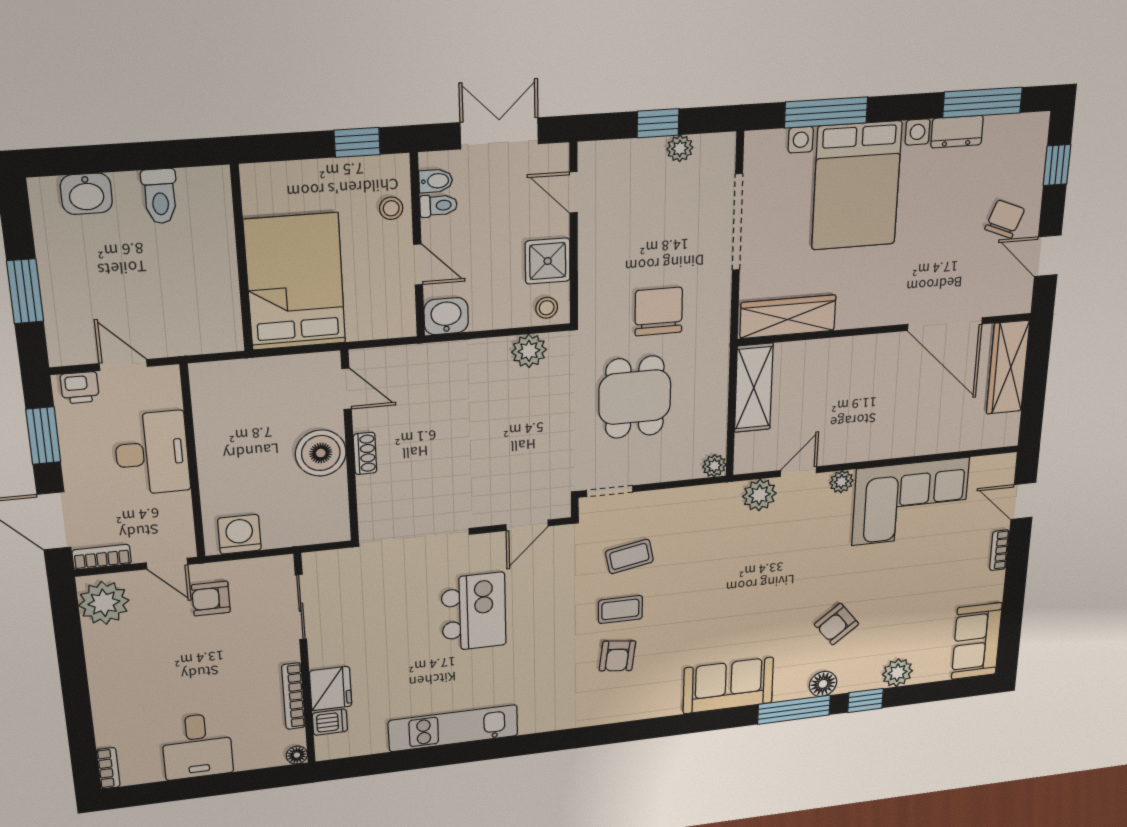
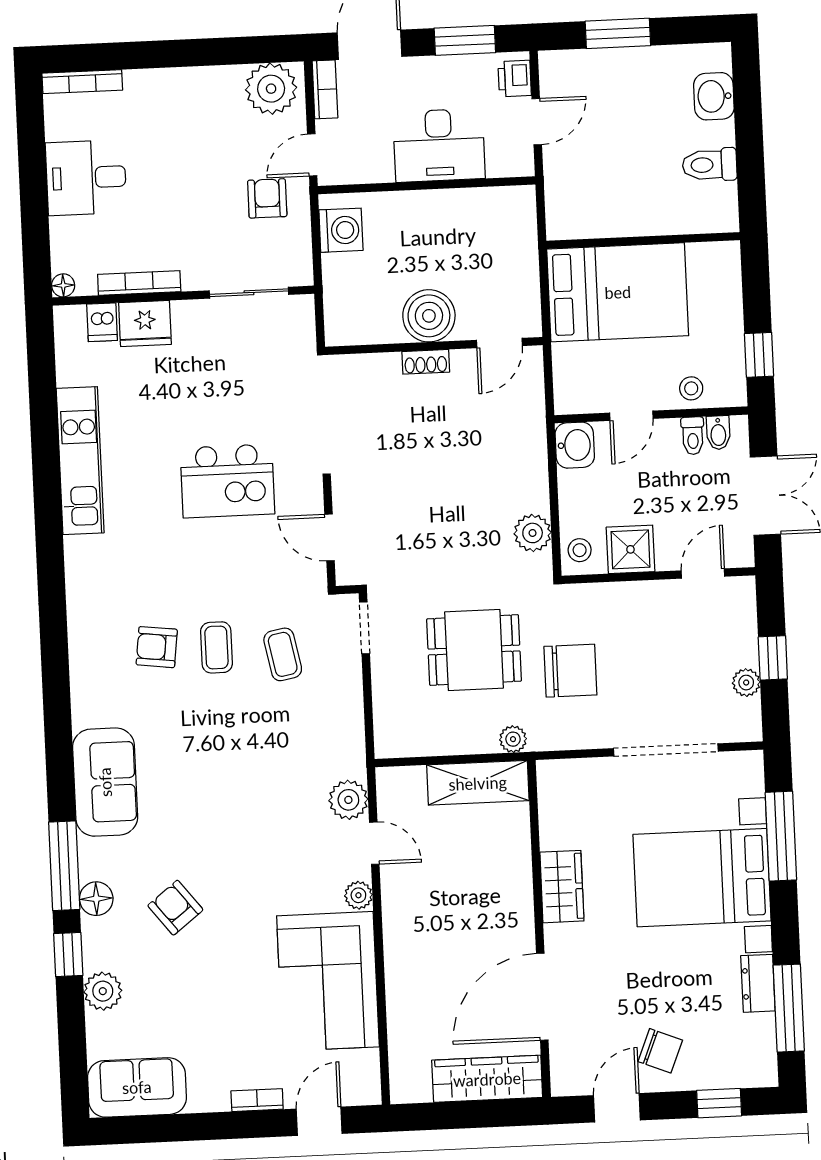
wardrobe: (788, 317) -> (562, 887), moved, width x0.67
plant: (714, 466) -> (513, 739), moved
bookcase: (108, 768) -> (82, 82), width x1.56

